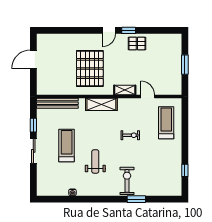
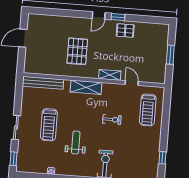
pallet: (90, 68) -> (77, 51), width x0.73, depth x0.71
treadmill: (166, 123) -> (148, 110), turned 180
window: (33, 125) -> (14, 159), moved
treadmill: (67, 146) -> (49, 125), turned 180

